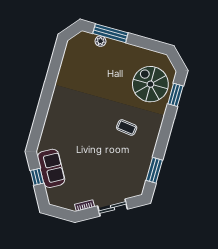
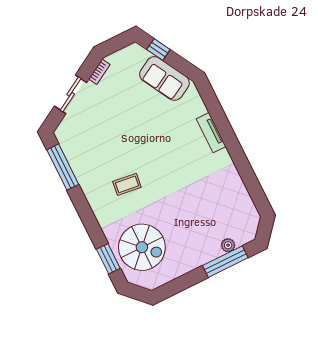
tv unit: (52, 114) -> (211, 133), added
window: (154, 170) -> (63, 167), width x1.44
window: (37, 177) -> (158, 50), moved

